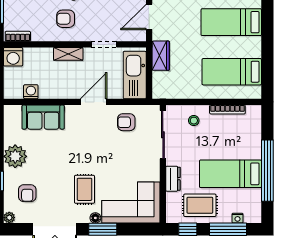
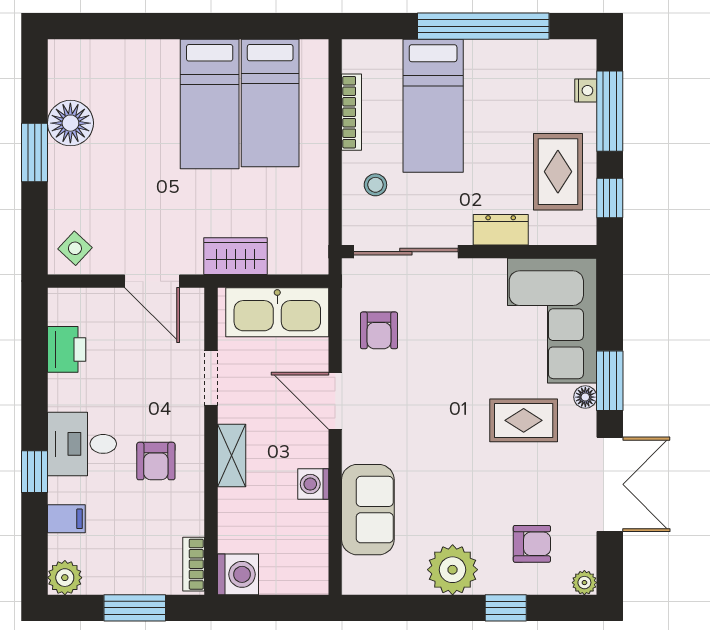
bed: (231, 22) -> (210, 104), moved
washing machine: (31, 92) -> (313, 484), moved
bed: (230, 174) -> (433, 106), moved

